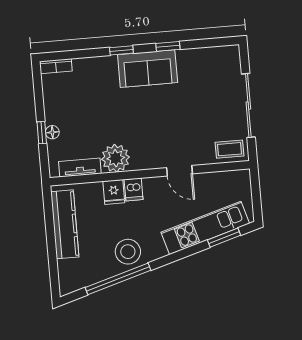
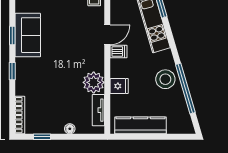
bookcase: (56, 66) -> (20, 115), width x1.56
sofa: (148, 69) -> (28, 35), moved
window: (42, 133) -> (42, 137), moved
dishwasher: (134, 189) -> (119, 52), moved

